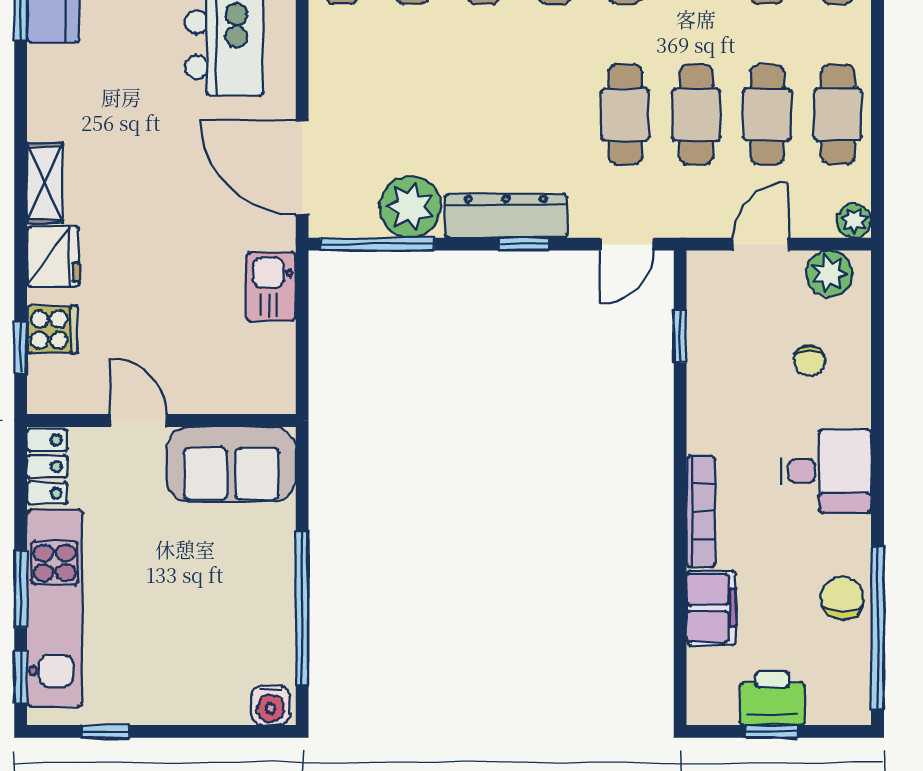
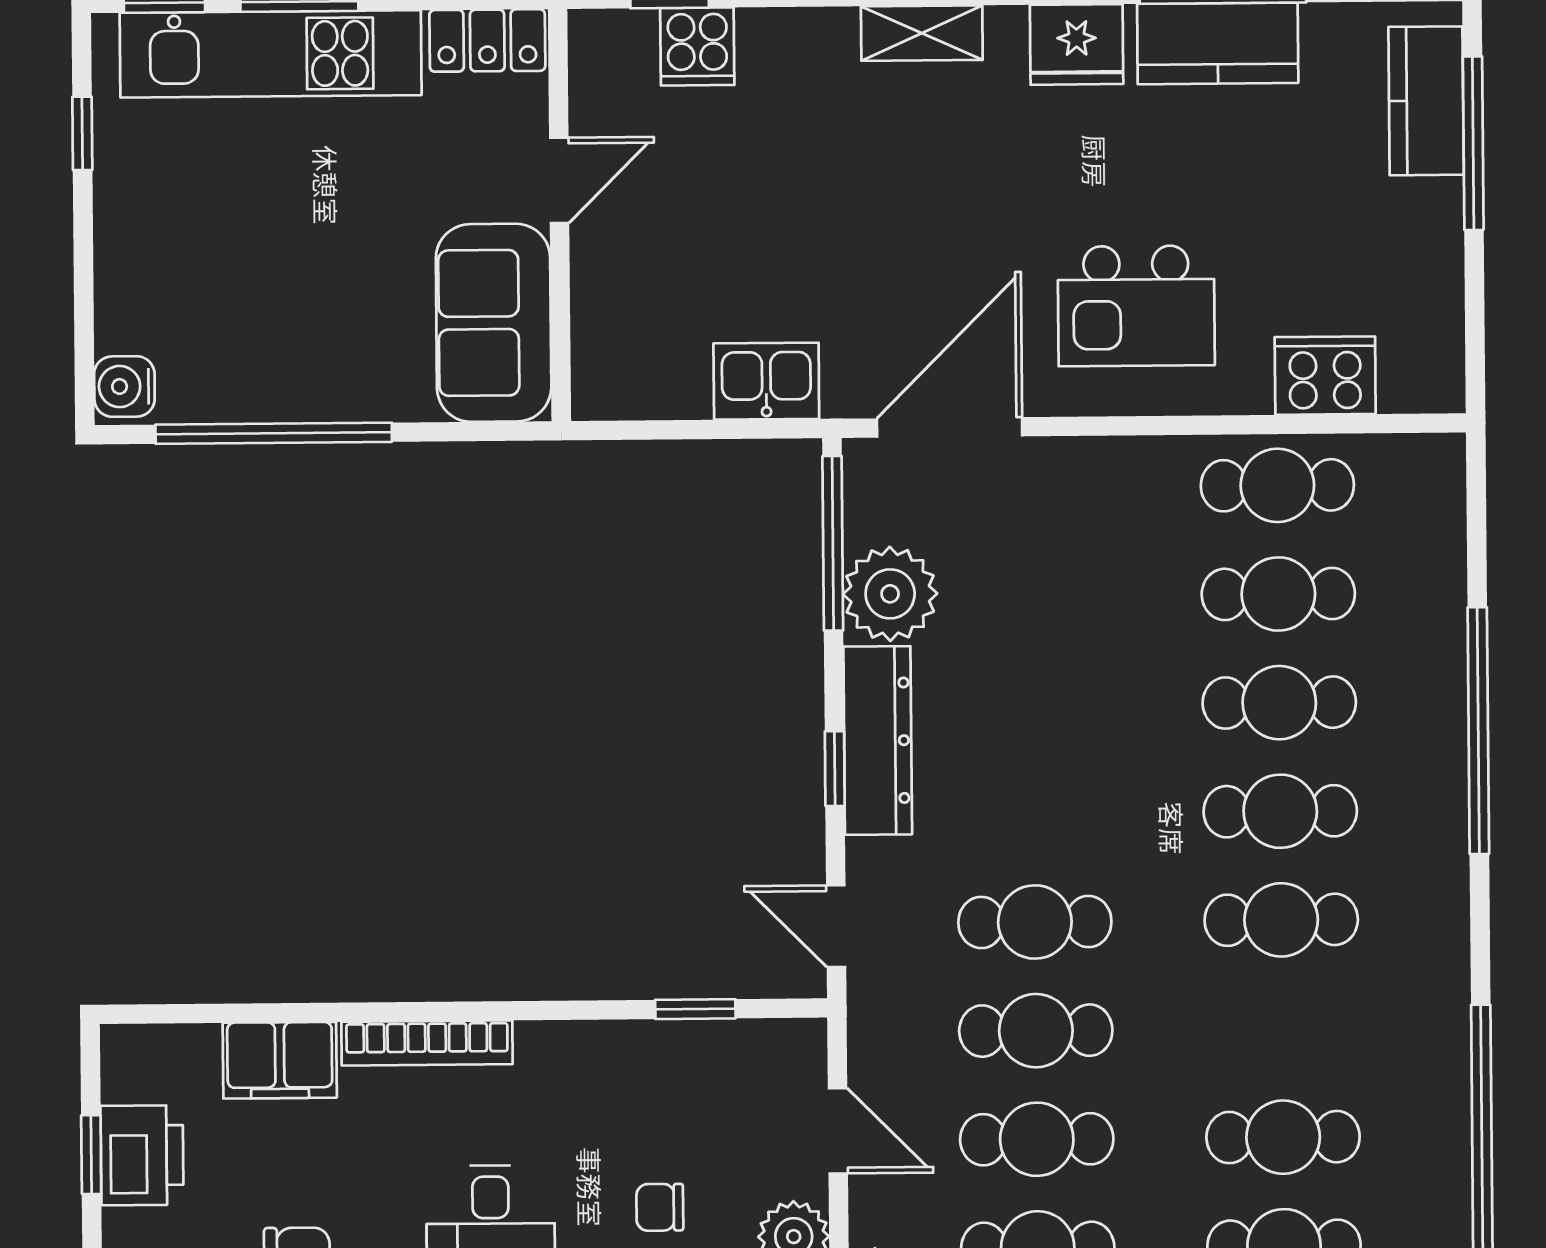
fridge: (53, 256) -> (1077, 44), moved

